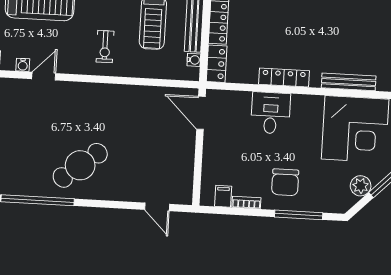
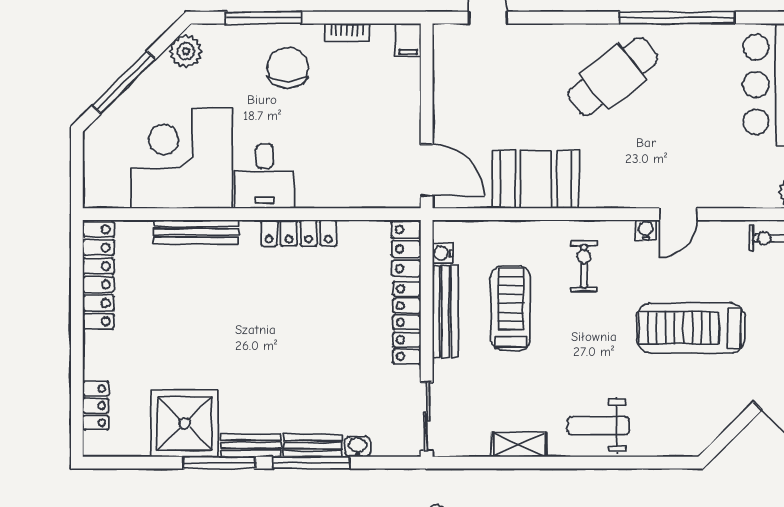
water cooler: (23, 65) -> (646, 230), moved
booth: (132, 103) -> (536, 179), added
desk: (271, 113) -> (265, 176), moved
plant: (361, 186) -> (186, 51), moved
filing cabinet: (223, 196) -> (408, 40), moved

